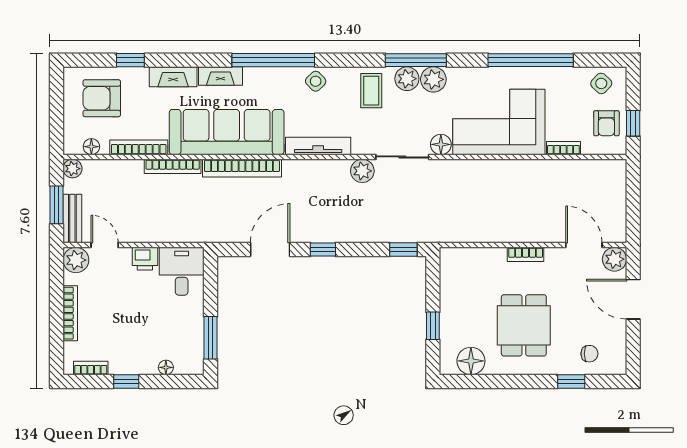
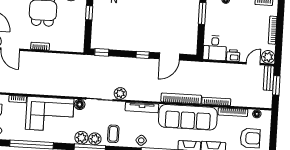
plant: (73, 169) -> (267, 103), removed
door: (105, 245) -> (253, 64), swing flipped

